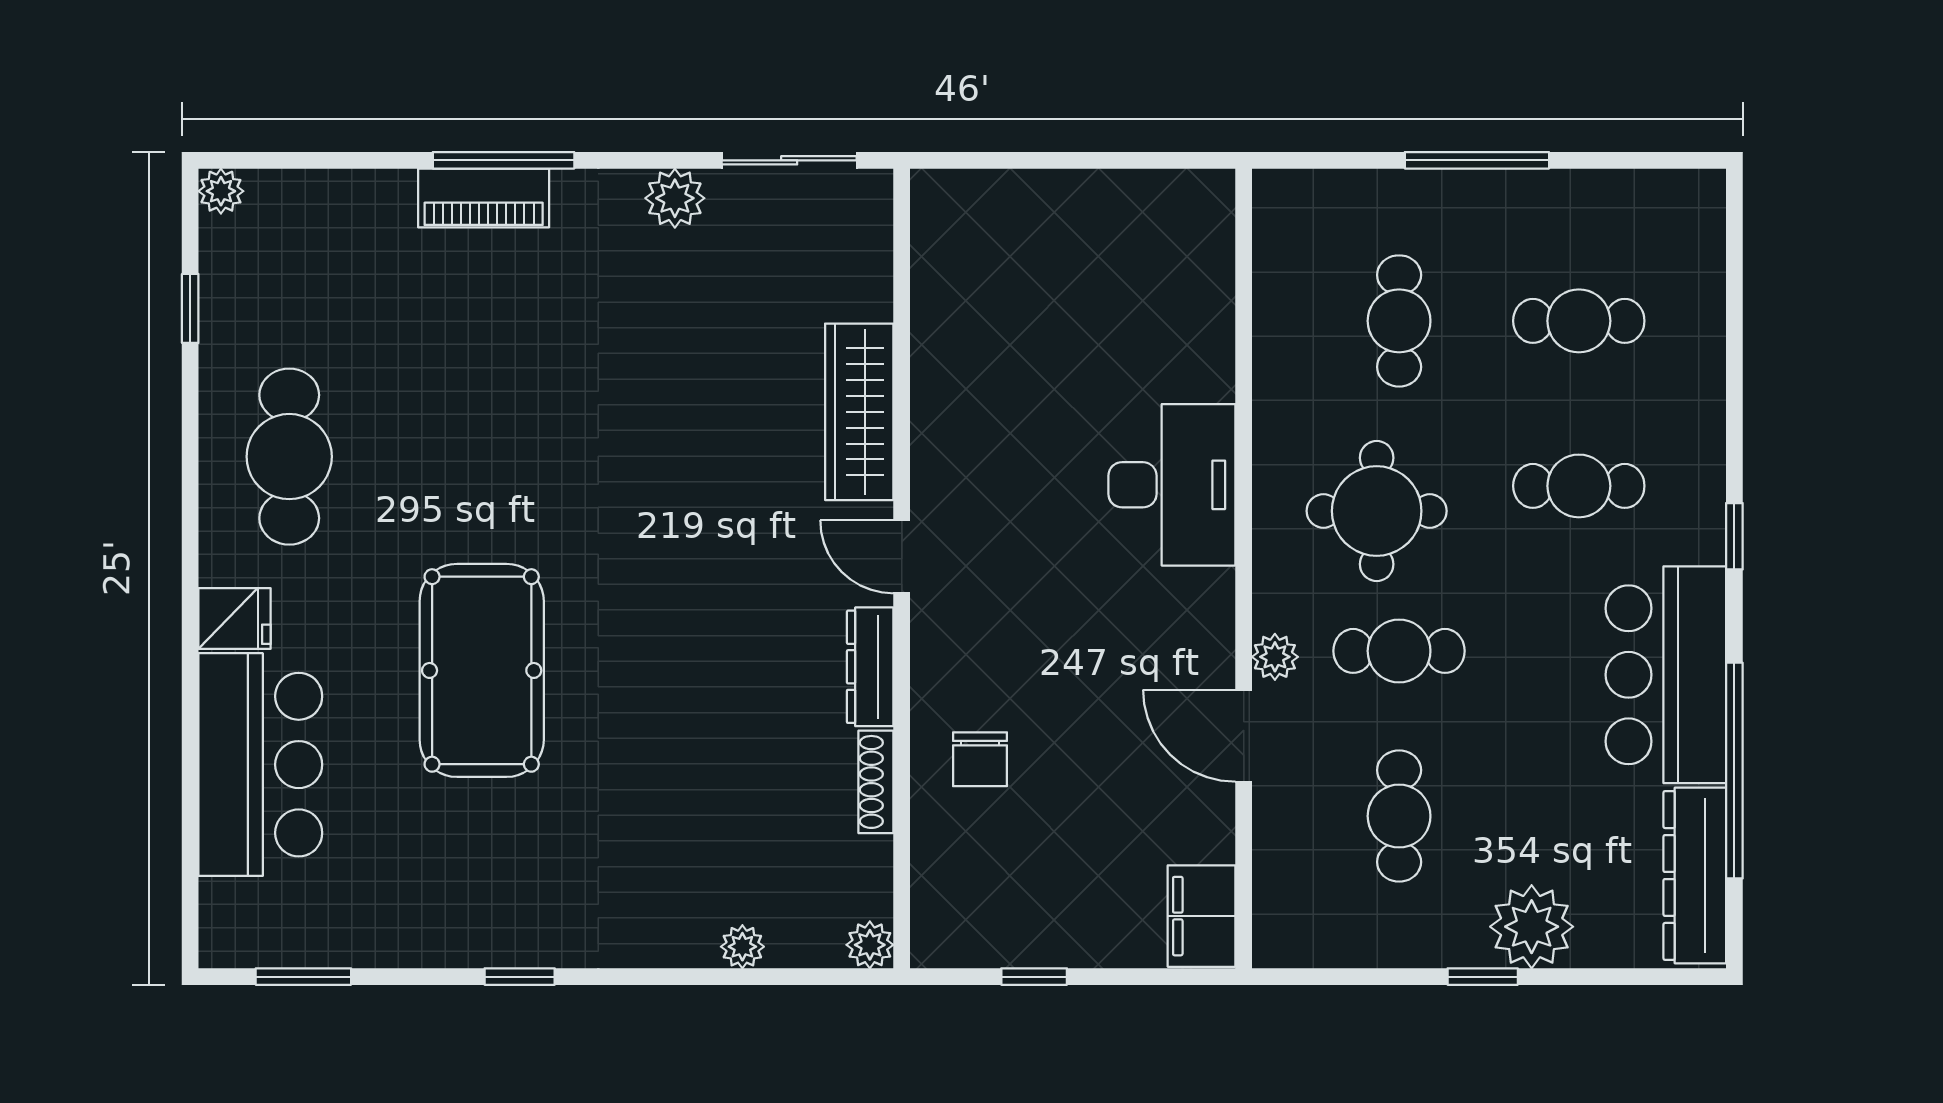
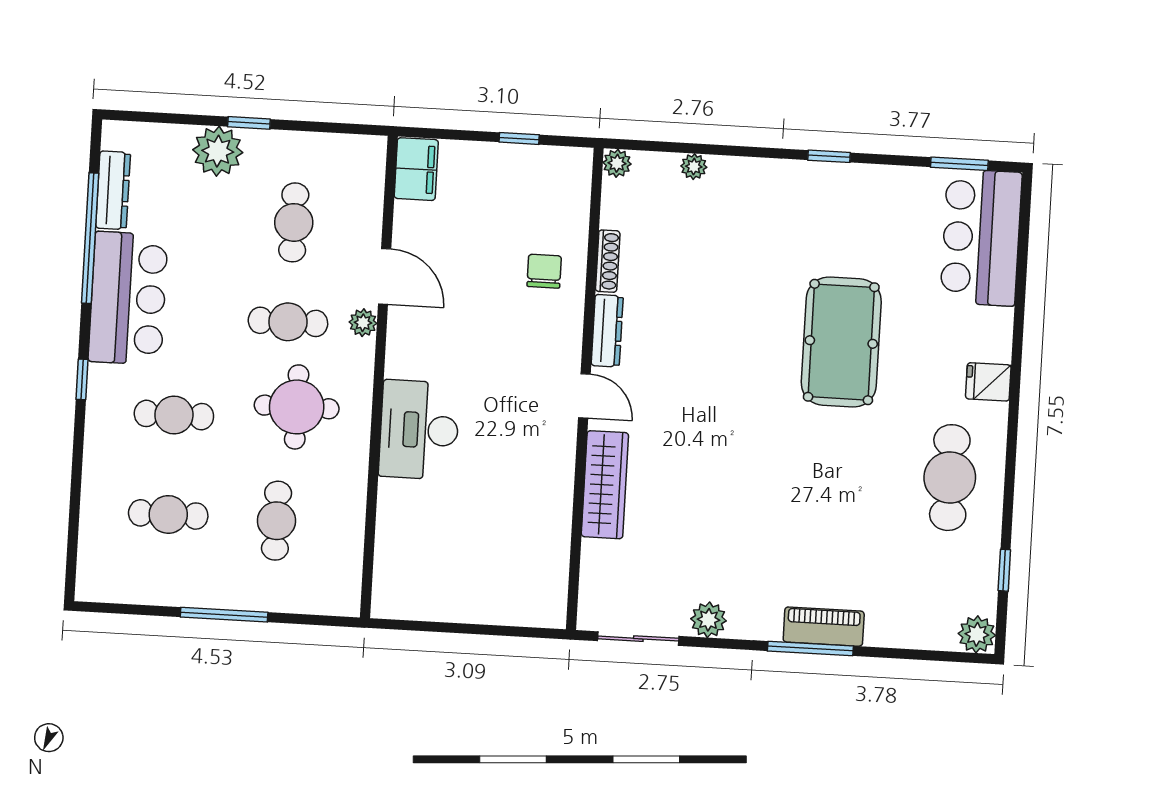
plant: (221, 191) -> (977, 634), width x1.38, depth x1.38
bar counter: (260, 765) -> (981, 237), moved
dresser: (1695, 875) -> (113, 190), width x0.73, depth x0.80

